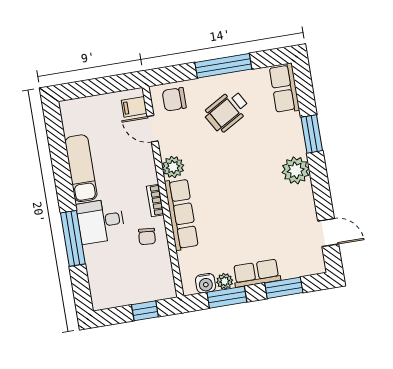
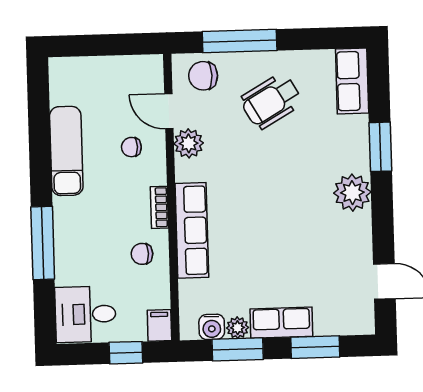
window: (223, 66) -> (240, 41), moved
filing cabinet: (134, 107) -> (159, 325), moved, turned 90
chair: (129, 159) -> (131, 147), added
plant: (173, 167) -> (189, 143), moved
desk: (101, 221) -> (85, 314), moved
chair: (147, 236) -> (142, 254), turned 85

